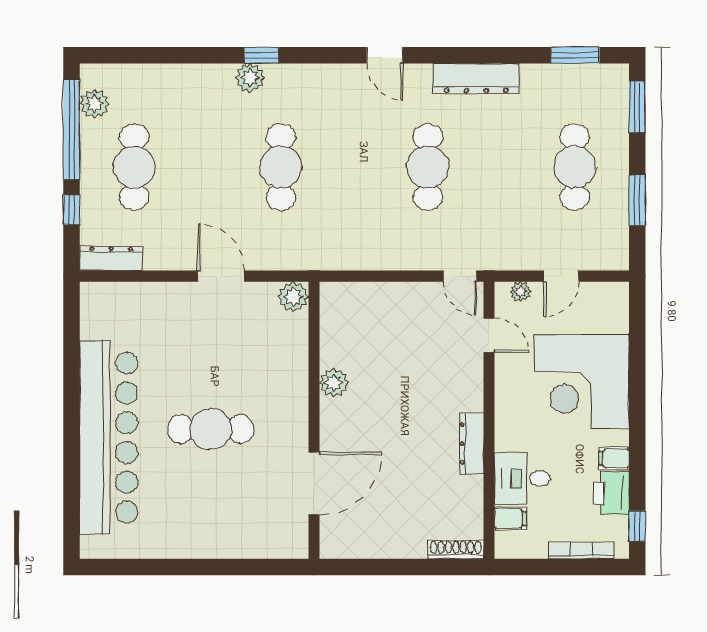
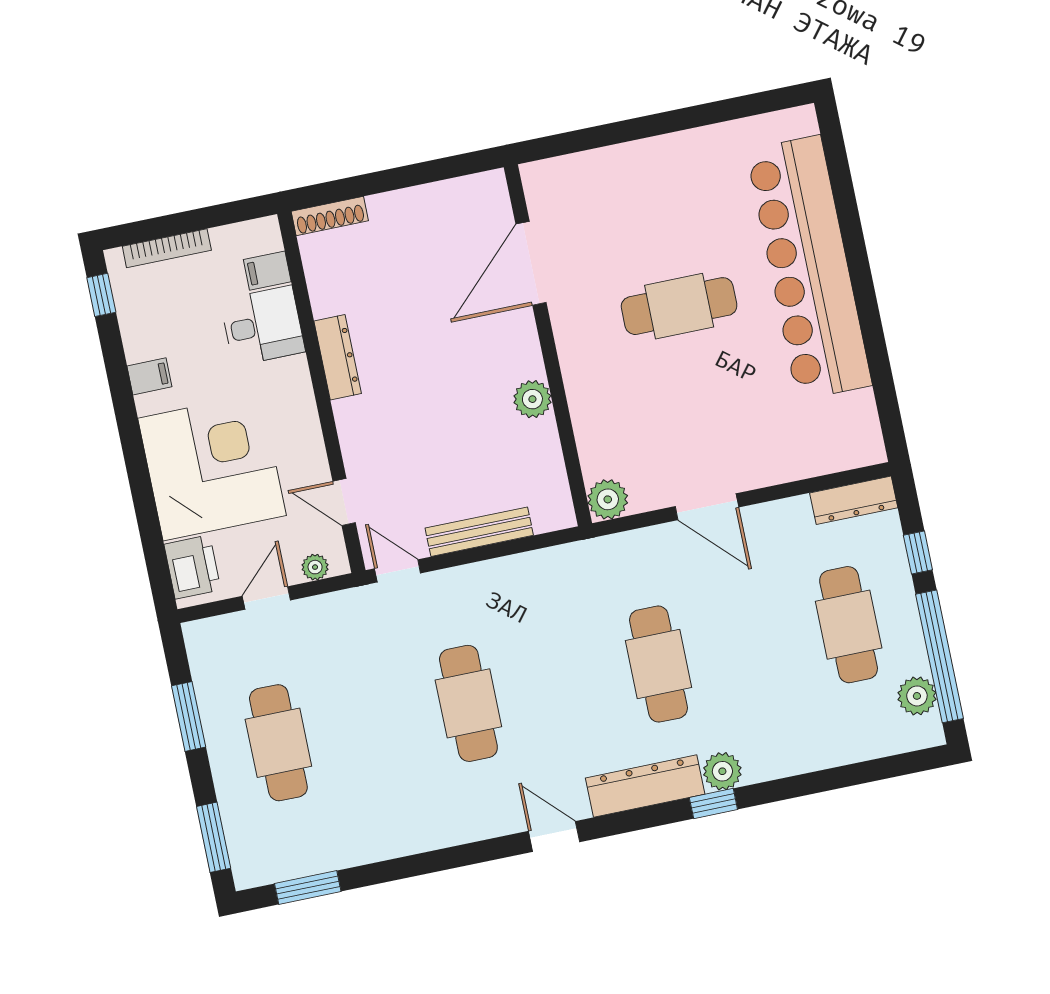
dresser: (476, 79) -> (645, 786), moved
bench: (393, 293) -> (479, 532), added
printer: (611, 493) -> (192, 567), moved

